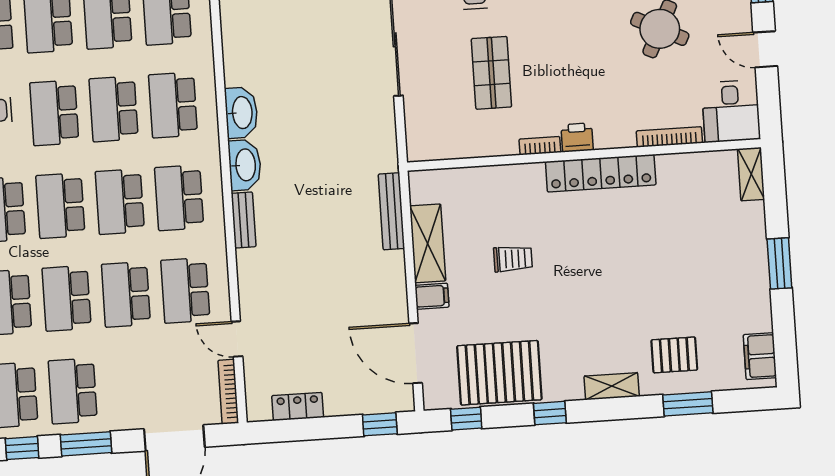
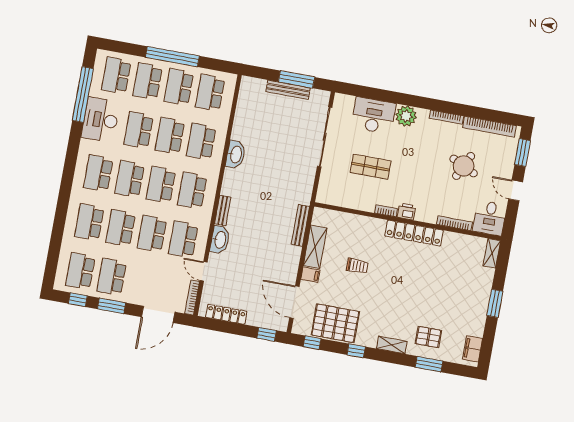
shop shelf: (491, 73) -> (371, 167), turned 90
washbasin: (245, 165) -> (220, 240), moved
locker: (298, 406) -> (226, 314), width x1.53

